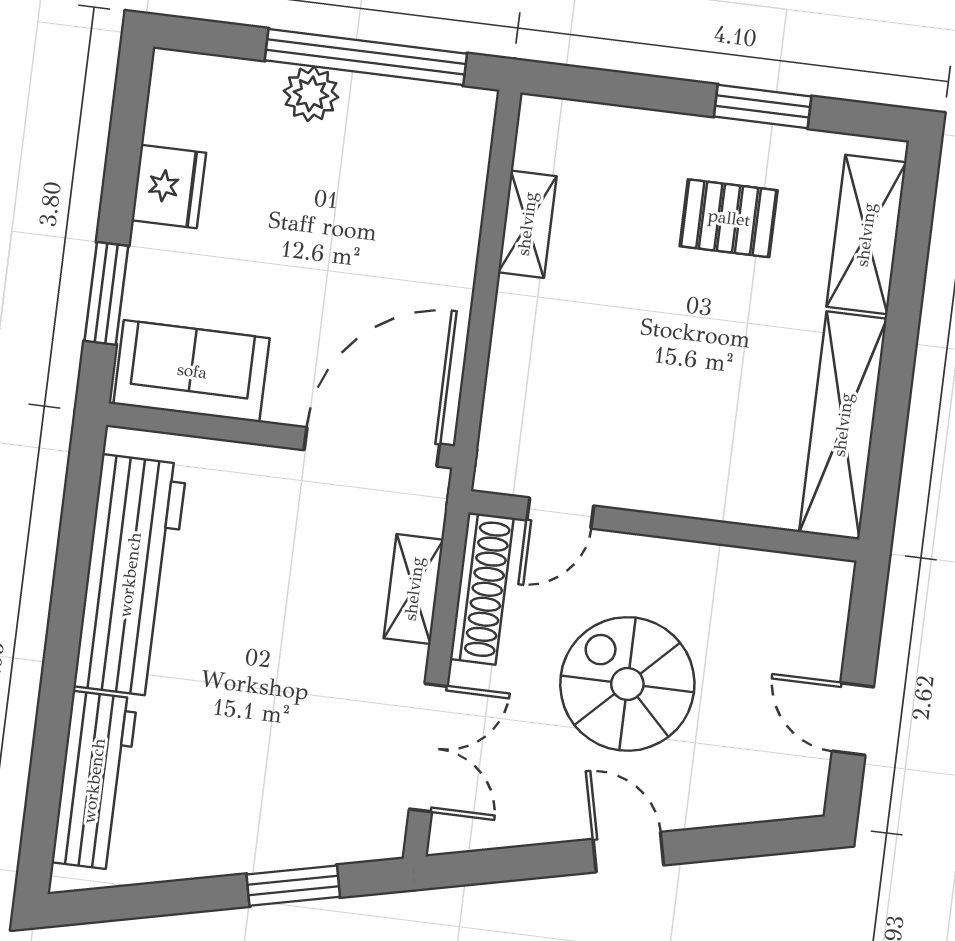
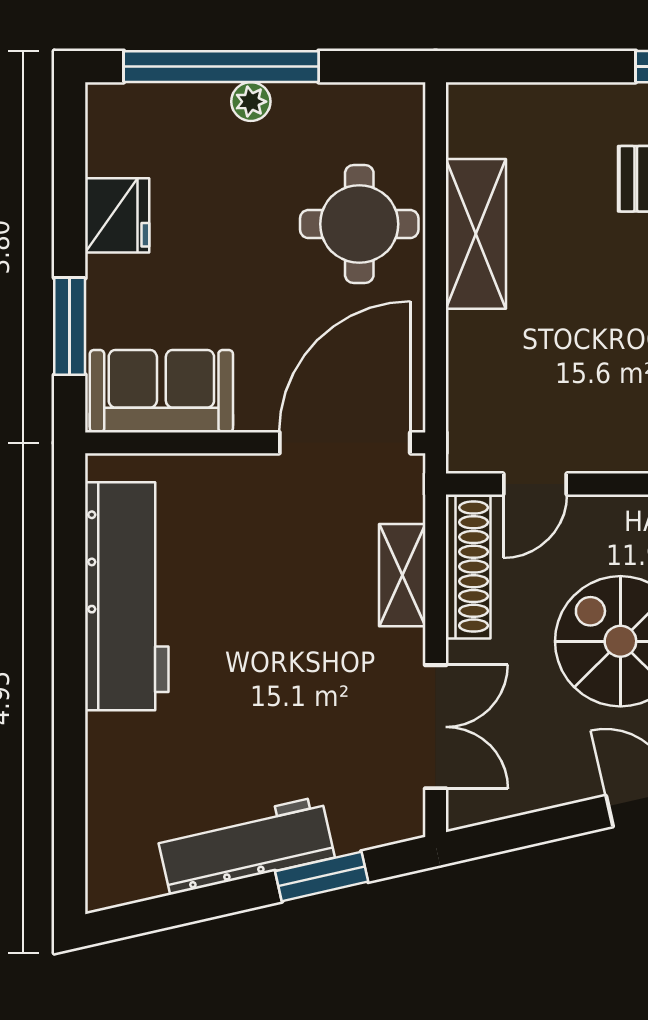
window: (366, 57) -> (221, 67), moved
plant: (311, 94) -> (251, 102), width x0.73, depth x0.73
shelving: (527, 224) -> (476, 234), width x1.50, depth x1.33
round table: (414, 226) -> (359, 224), added
workbench: (94, 781) -> (246, 845), moved, turned -103

